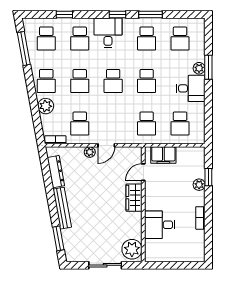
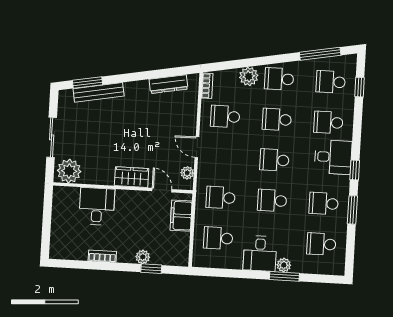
window: (64, 14) -> (359, 87), moved
plant: (90, 152) -> (187, 173), moved
bench: (62, 208) -> (99, 92), moved

